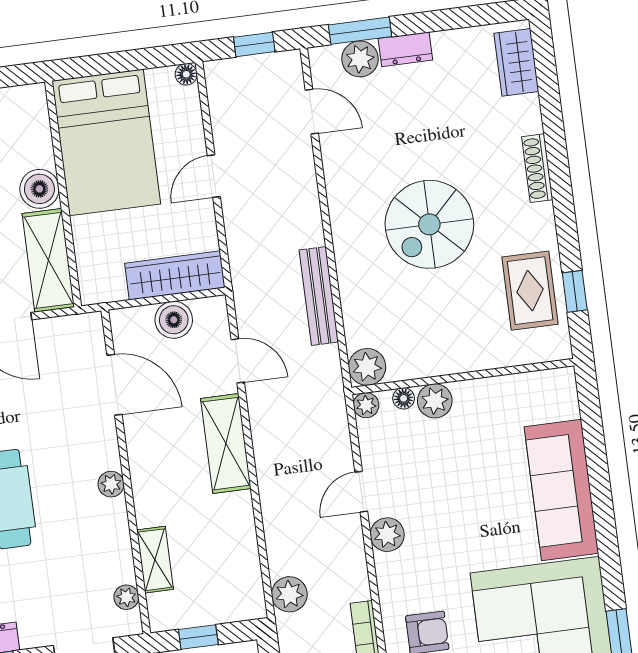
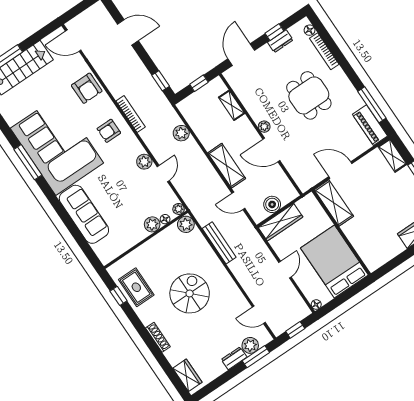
boiler: (39, 189) -> (352, 230), removed
door: (115, 385) -> (271, 150), moved
plant: (289, 594) -> (181, 133), moved
plant: (126, 597) -> (235, 85), removed

